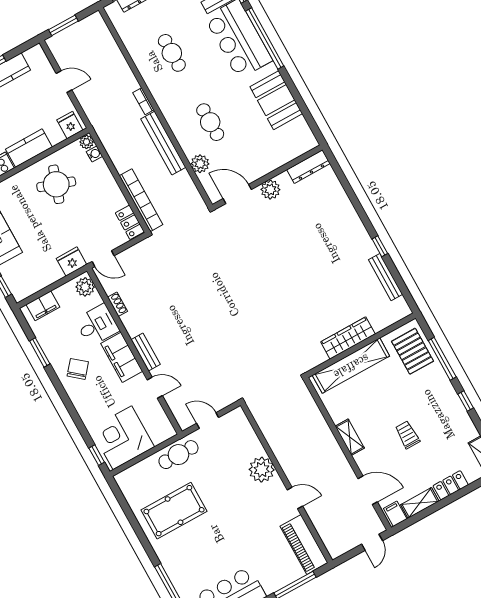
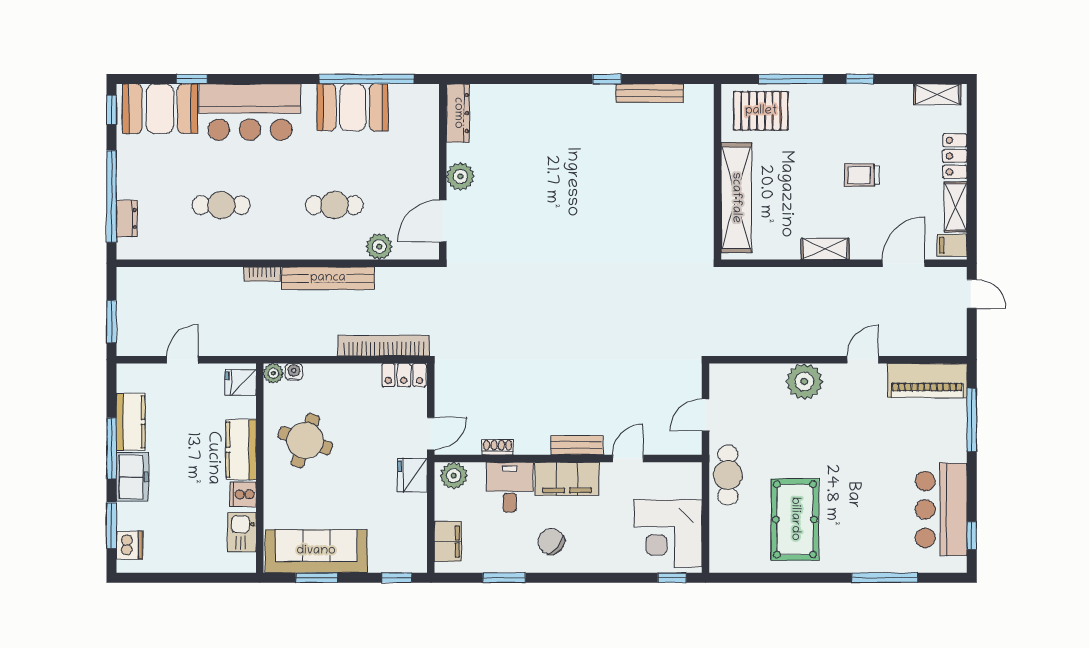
window: (265, 38) -> (366, 79), moved
wardrobe: (348, 338) -> (700, 182), removed

